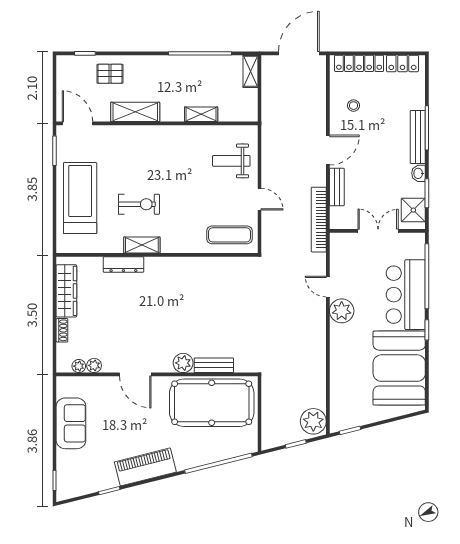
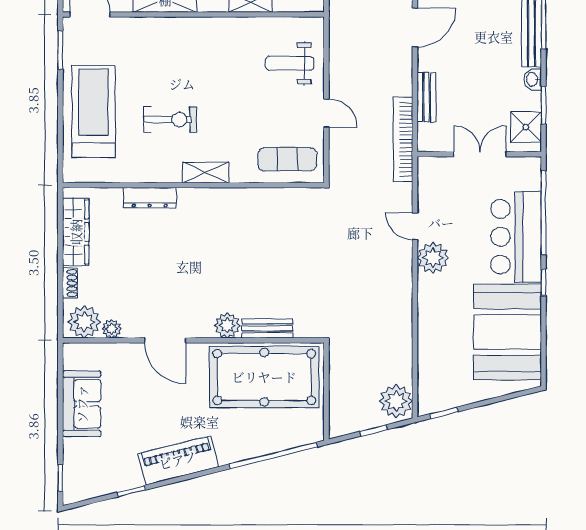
door: (328, 150) -> (415, 27), moved
shelving: (142, 245) -> (206, 172), moved
plant: (79, 366) -> (84, 322), width x1.87, depth x1.87

